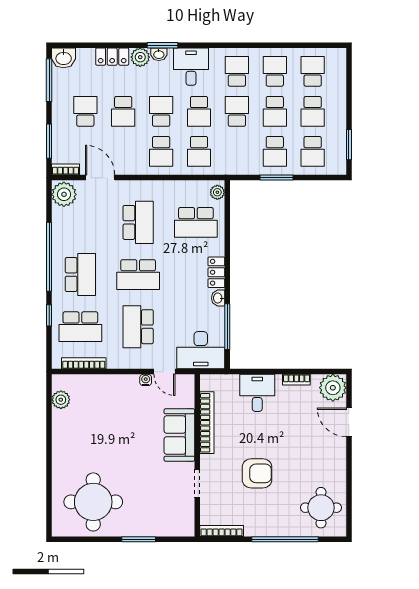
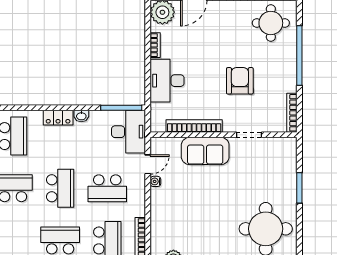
window: (227, 327) -> (121, 108), moved
desk: (257, 393) -> (167, 81), width x1.37

